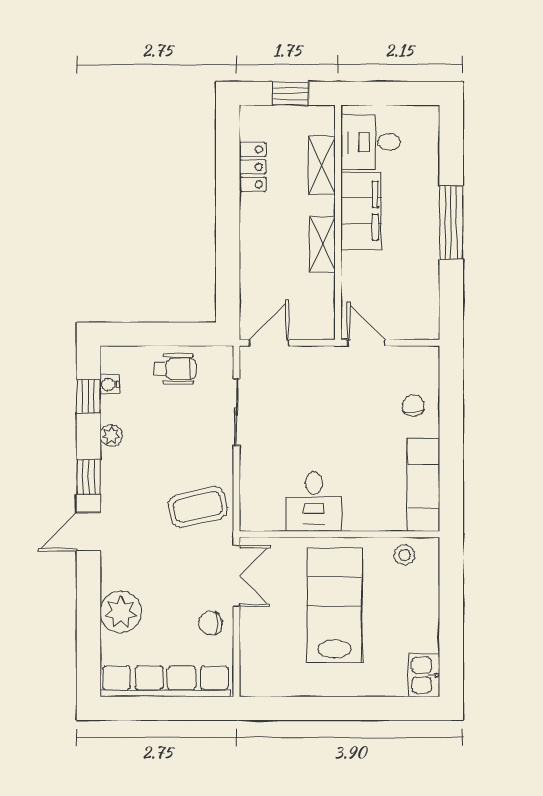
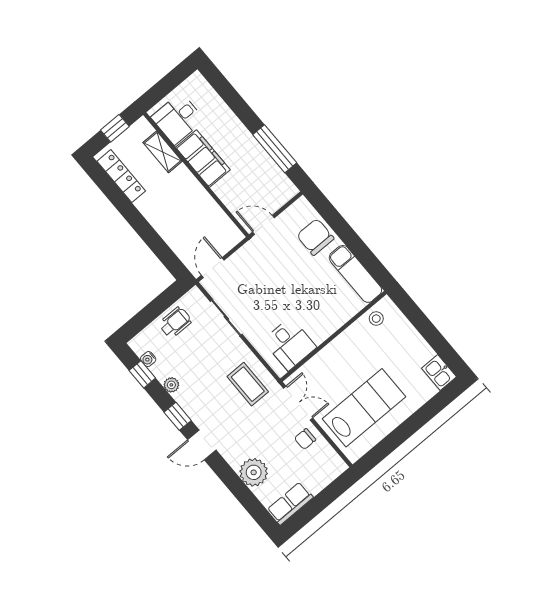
locker: (253, 167) -> (121, 176), width x1.53
window: (451, 222) -> (275, 149), moved
shelving: (322, 244) -> (197, 193), removed
chair: (413, 405) -> (315, 237), width x1.87, depth x1.87
desk: (314, 501) -> (290, 344), moved
coffee table: (198, 507) -> (248, 384), turned -76
door: (89, 532) -> (202, 445), hinge flipped
lab bench: (335, 605) -> (364, 408), moved, turned 90
row of seats: (165, 681) -> (290, 503), width x0.50

